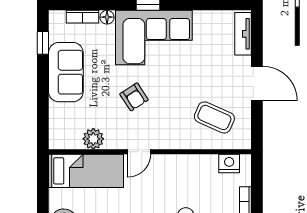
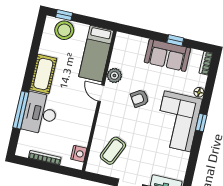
bookcase: (82, 17) -> (206, 63), moved
window: (43, 43) -> (175, 40), moved
plant: (93, 139) -> (114, 76), moved

